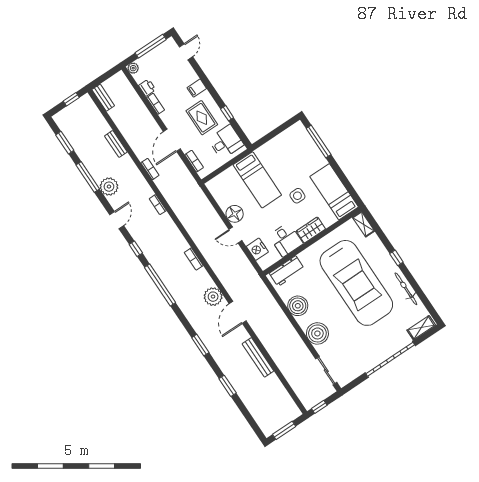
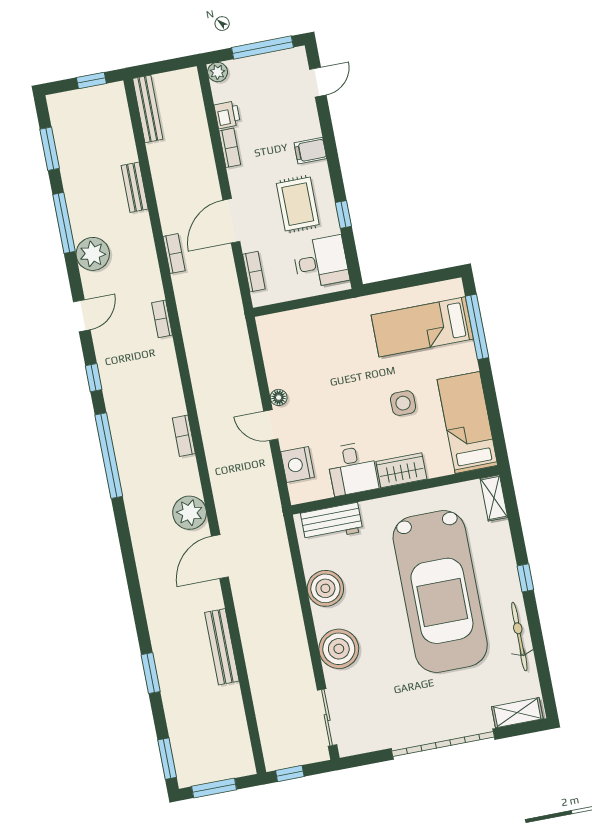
bench: (103, 98) -> (148, 109), width x1.36
bed: (257, 180) -> (422, 327), moved, turned 90
floor lamp: (235, 214) -> (279, 397), width x0.53, depth x0.53
window: (200, 345) -> (167, 759), moved

